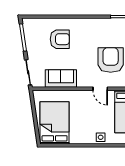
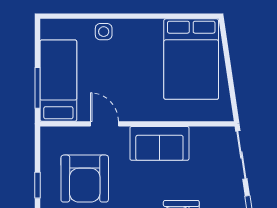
sofa: (61, 78) -> (159, 143), moved

